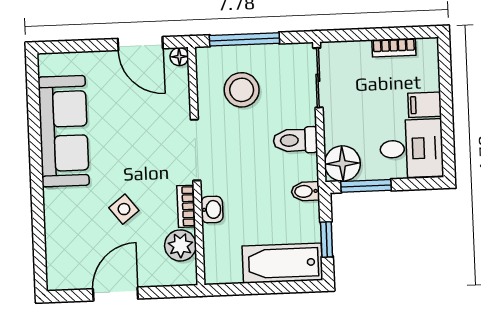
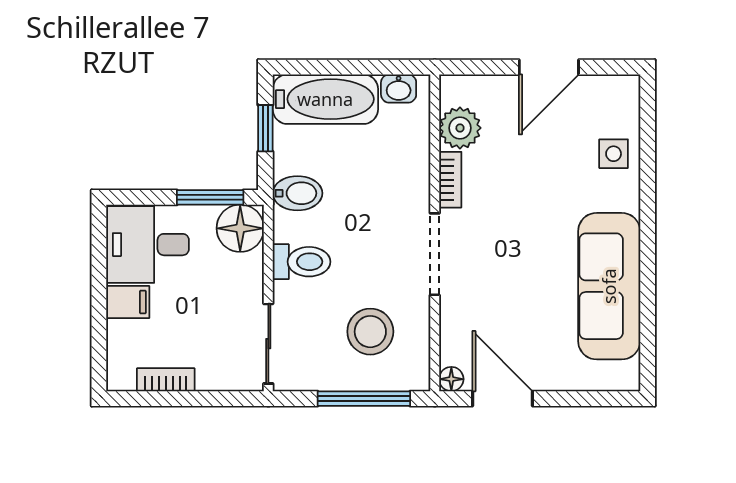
bidet: (305, 191) -> (297, 193), width x1.38, depth x1.36
side table: (124, 209) -> (614, 154), moved, turned 38
washbasin: (212, 210) -> (399, 89), moved, turned -90

